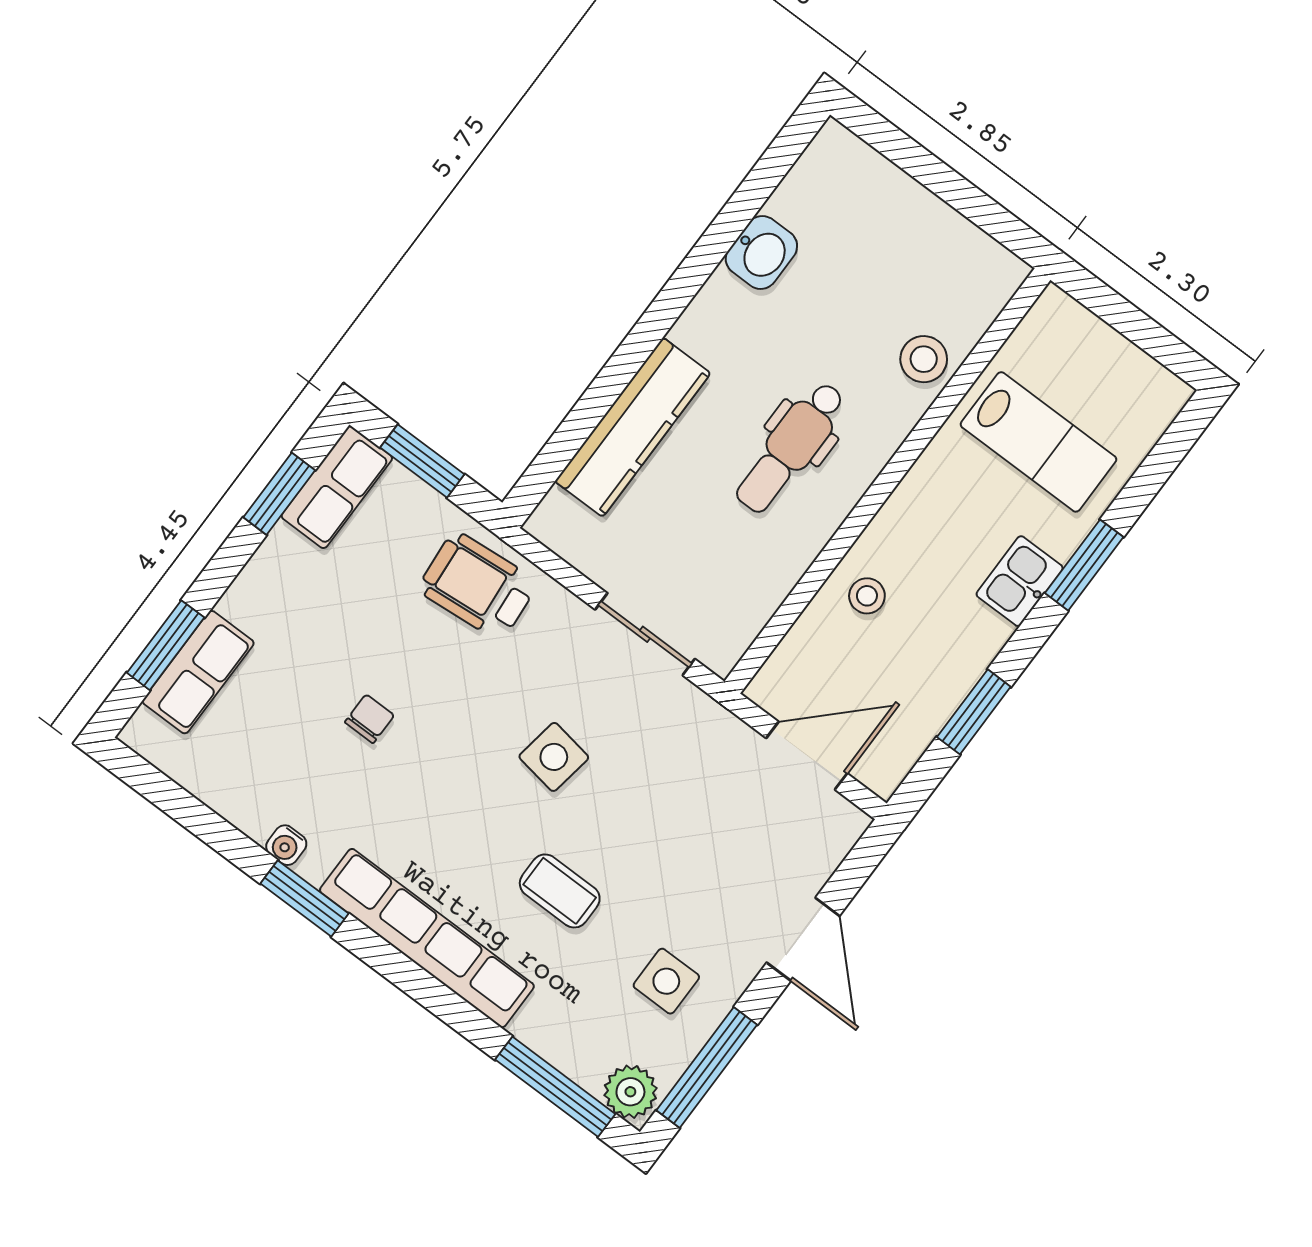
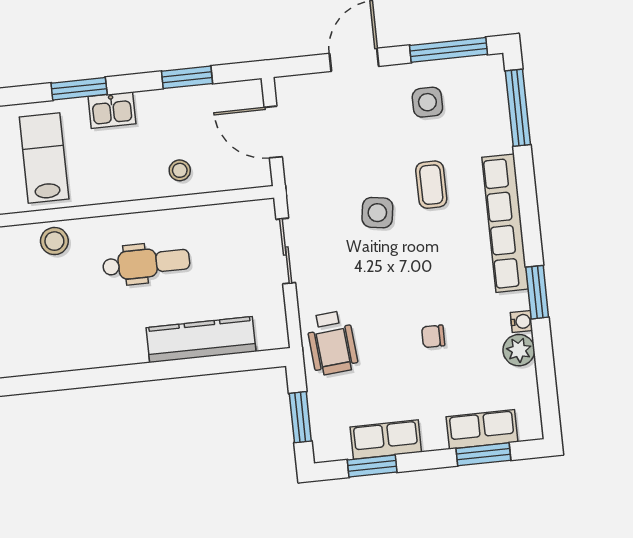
washbasin: (761, 252) -> (74, 354), removed
row of seats: (337, 487) -> (386, 440), moved
side table: (554, 757) -> (377, 213), moved
plant: (630, 1092) -> (519, 350), moved

